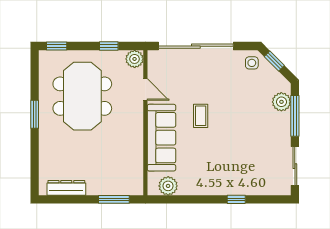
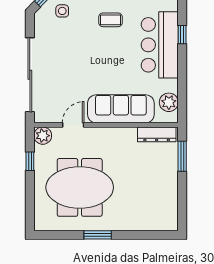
window: (57, 46) -> (30, 213), removed
side table: (252, 63) -> (62, 11), moved
coffee table: (201, 116) -> (111, 20), moved
bar counter: (226, 177) -> (160, 45), added
dresser: (66, 188) -> (157, 134), moved, turned -90

